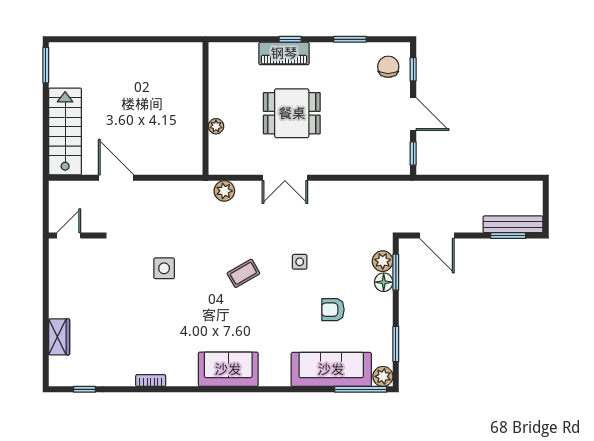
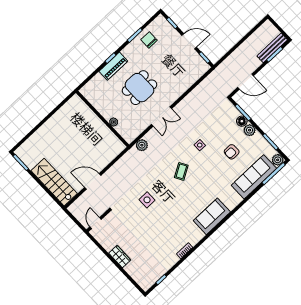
chair: (388, 67) -> (149, 40), moved
plant: (383, 261) -> (250, 130), moved
wardrobe: (59, 337) -> (120, 257), moved

